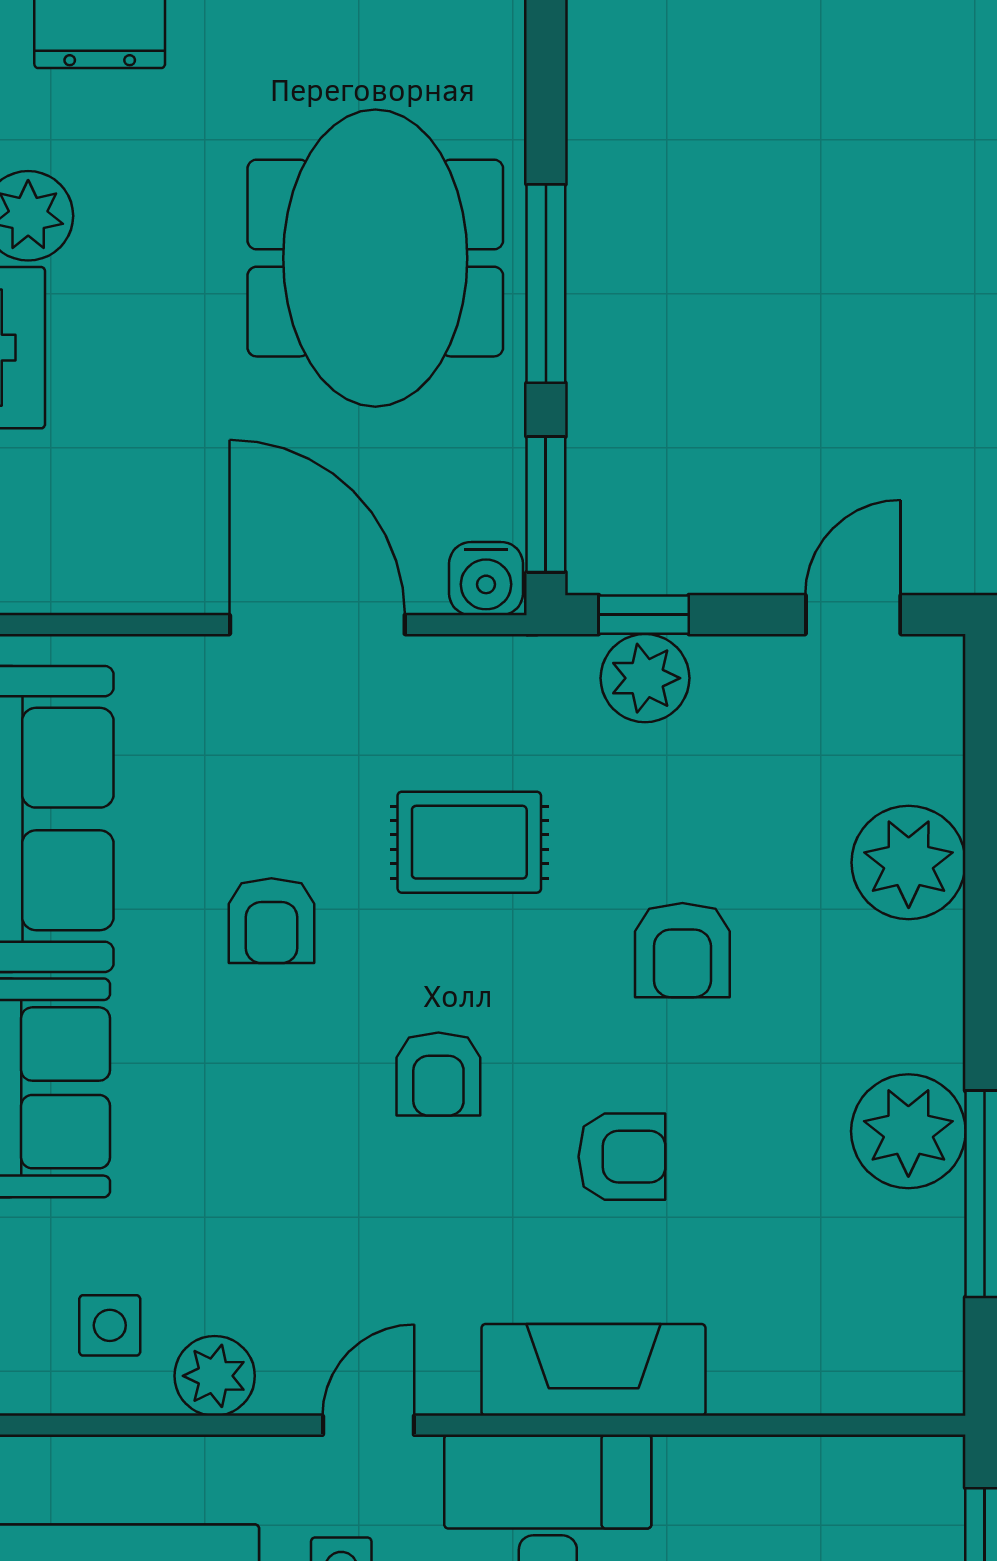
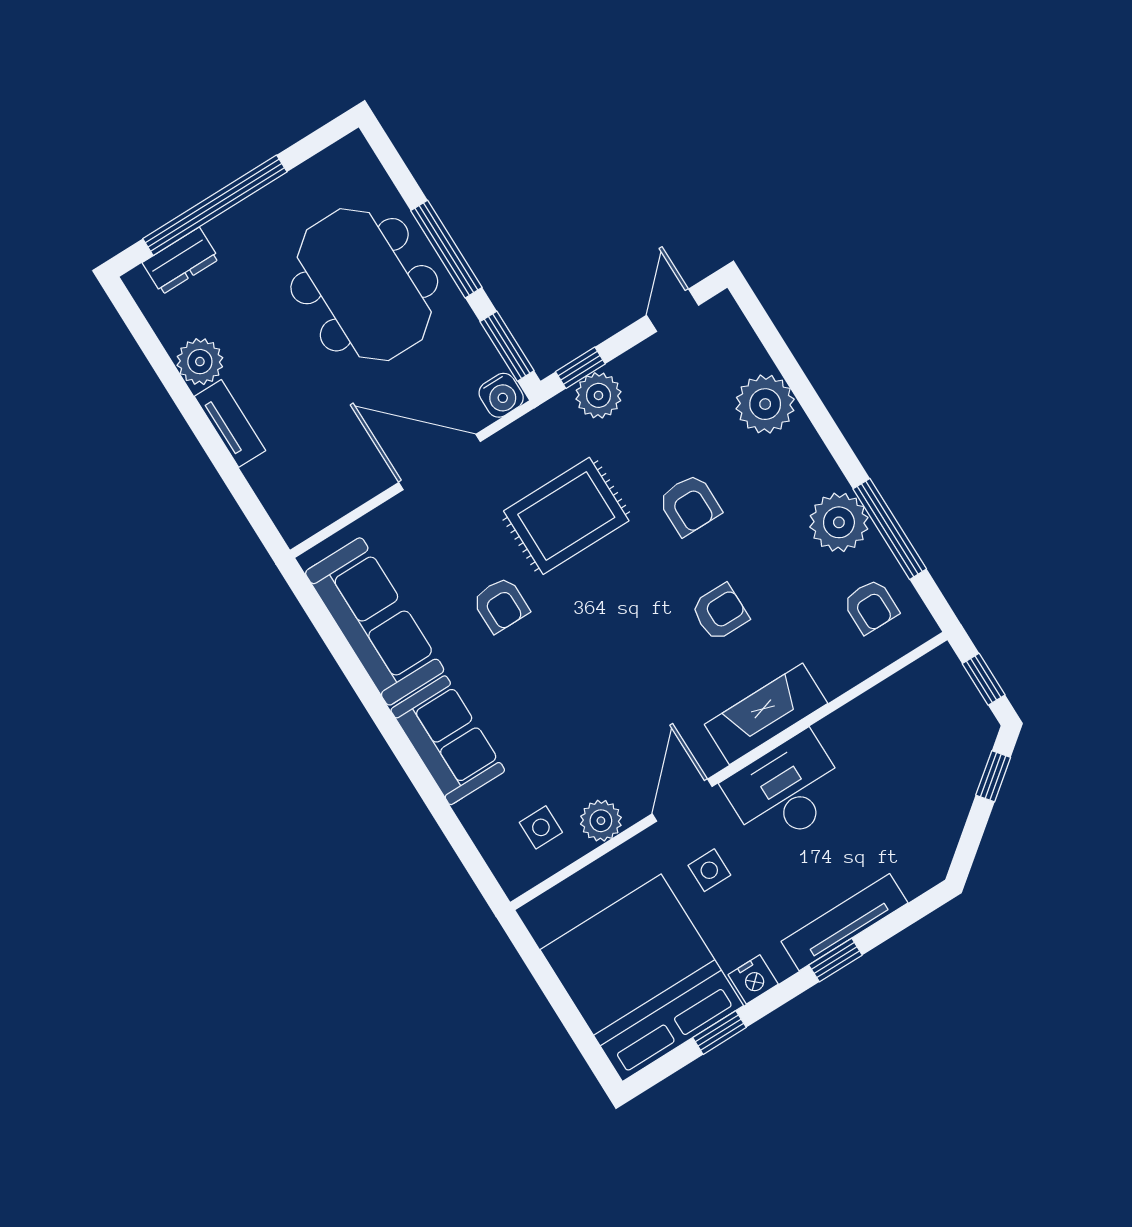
rug: (469, 842) -> (566, 516), width x1.36, depth x1.43
armchair: (438, 1074) -> (871, 606), moved
door: (368, 1425) -> (682, 800), width x1.38

